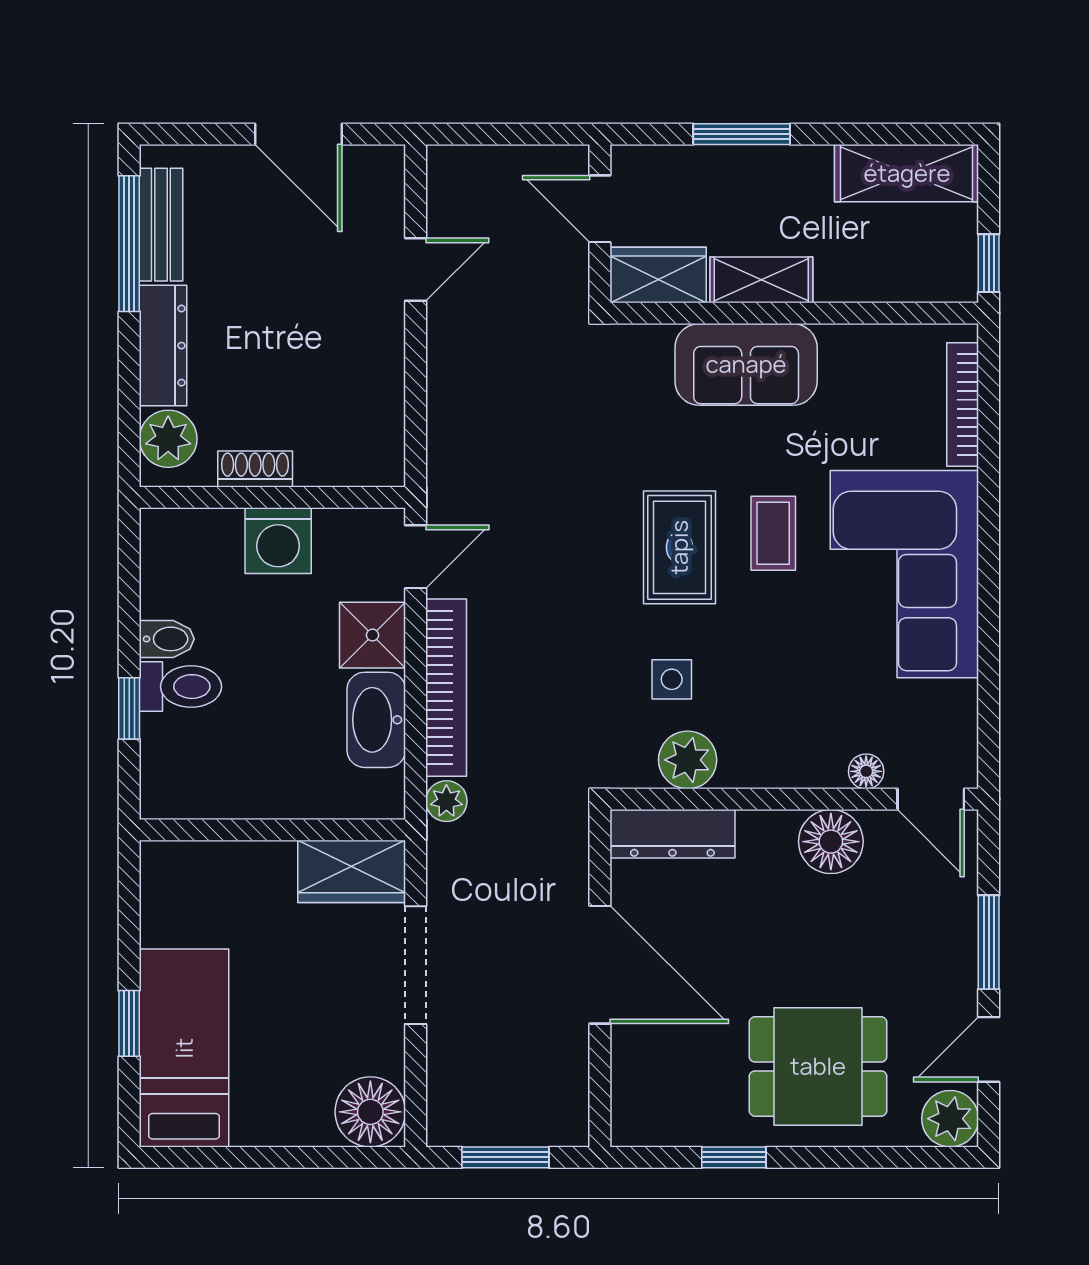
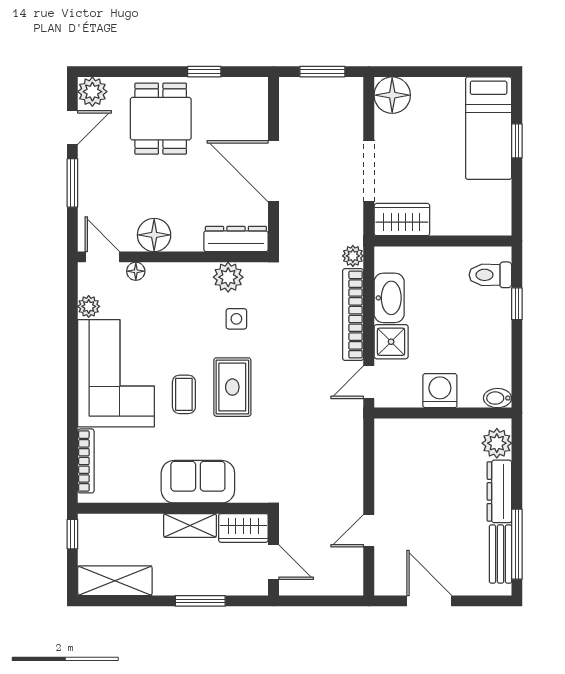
shoe rack: (255, 469) -> (452, 428), removed
bidet: (167, 639) -> (497, 398), moved
toilet: (180, 687) -> (490, 275), moved
plant: (957, 703) -> (89, 306), added
dining table: (818, 1066) -> (161, 119), turned 90

